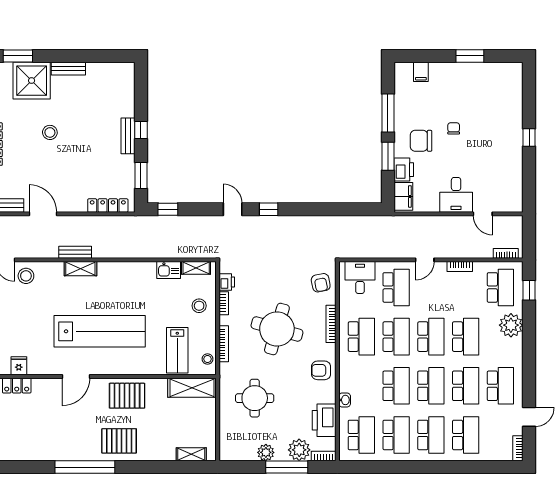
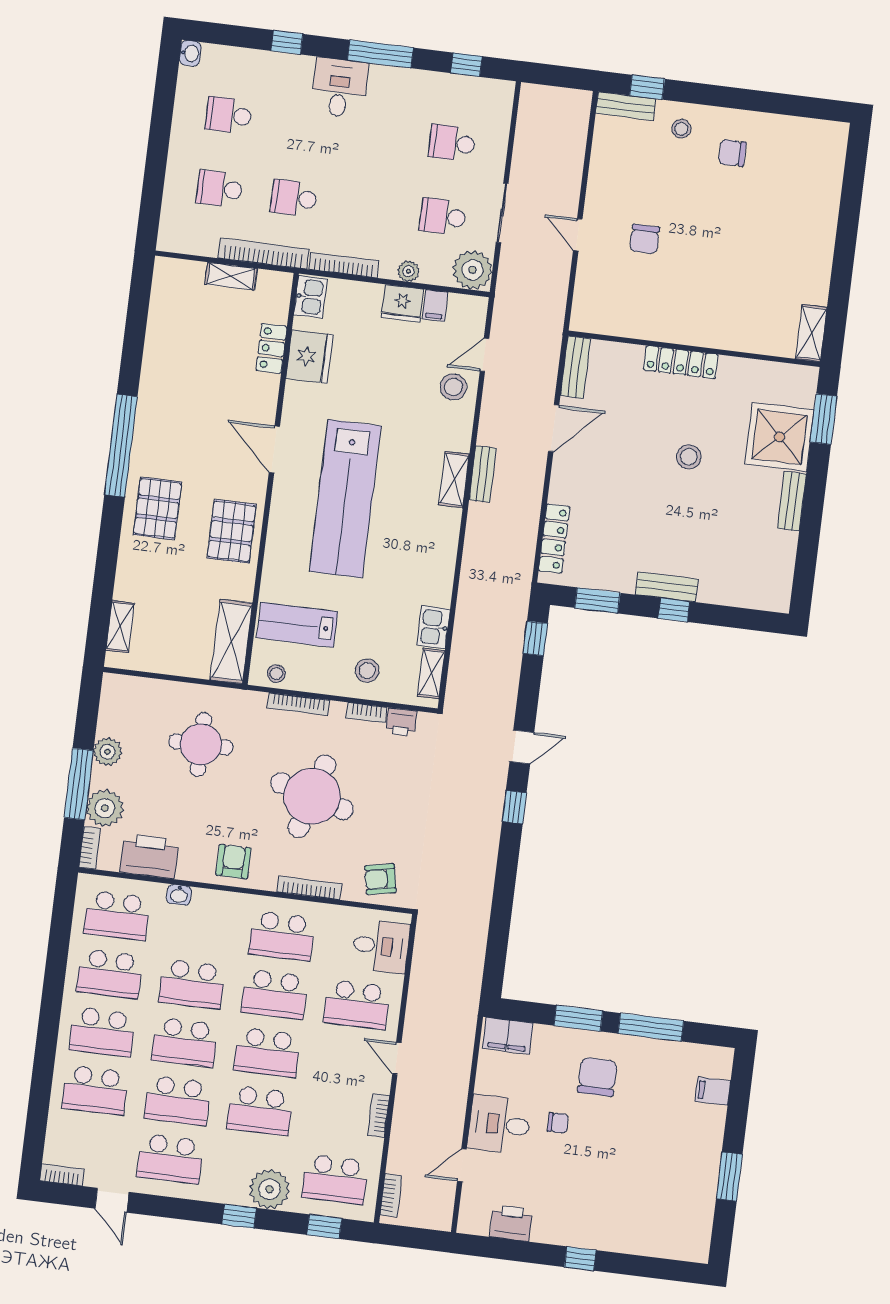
chair: (454, 128) -> (558, 1123), moved
printer: (404, 170) -> (511, 1223), moved, turned 180
window: (529, 341) -> (239, 1216), added
fridge: (19, 366) -> (310, 357), width x1.88, depth x1.34

